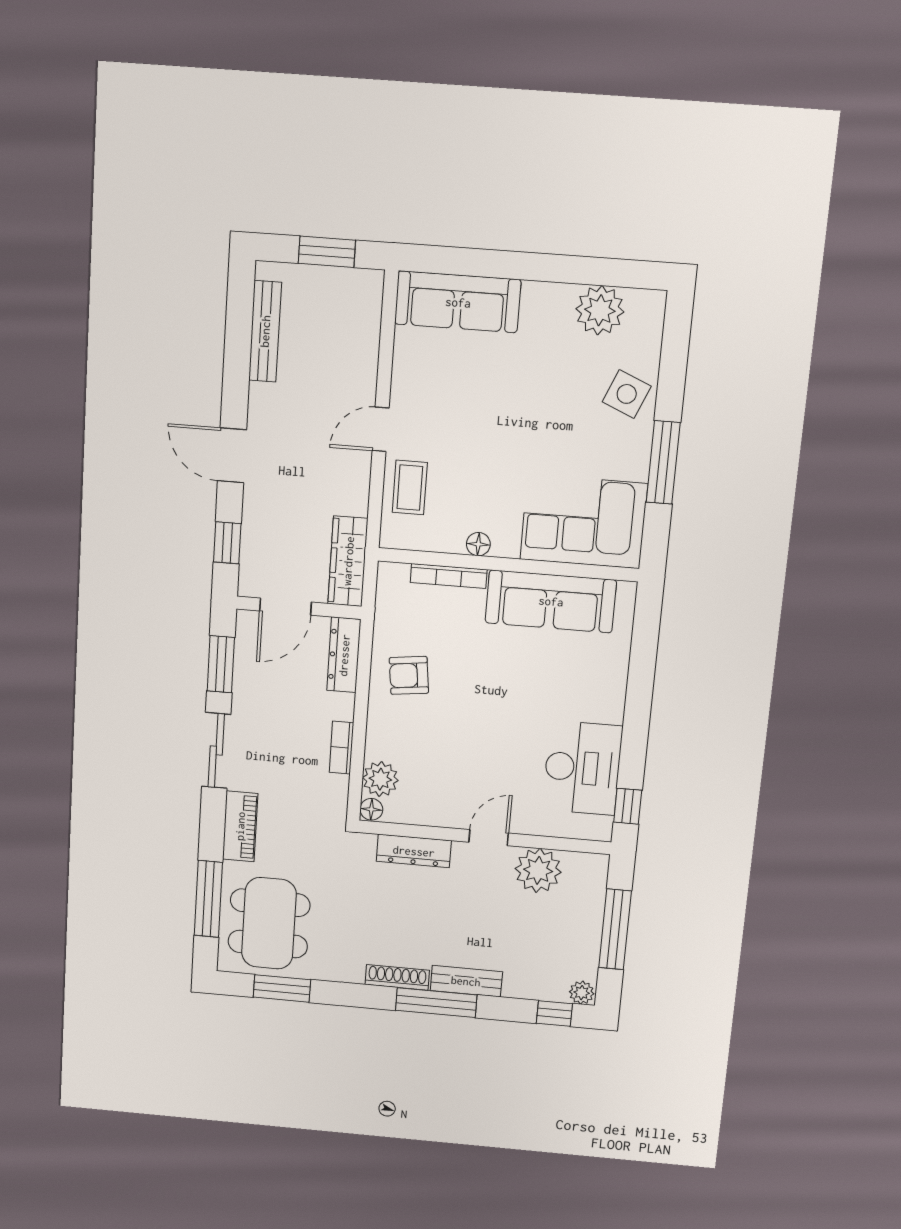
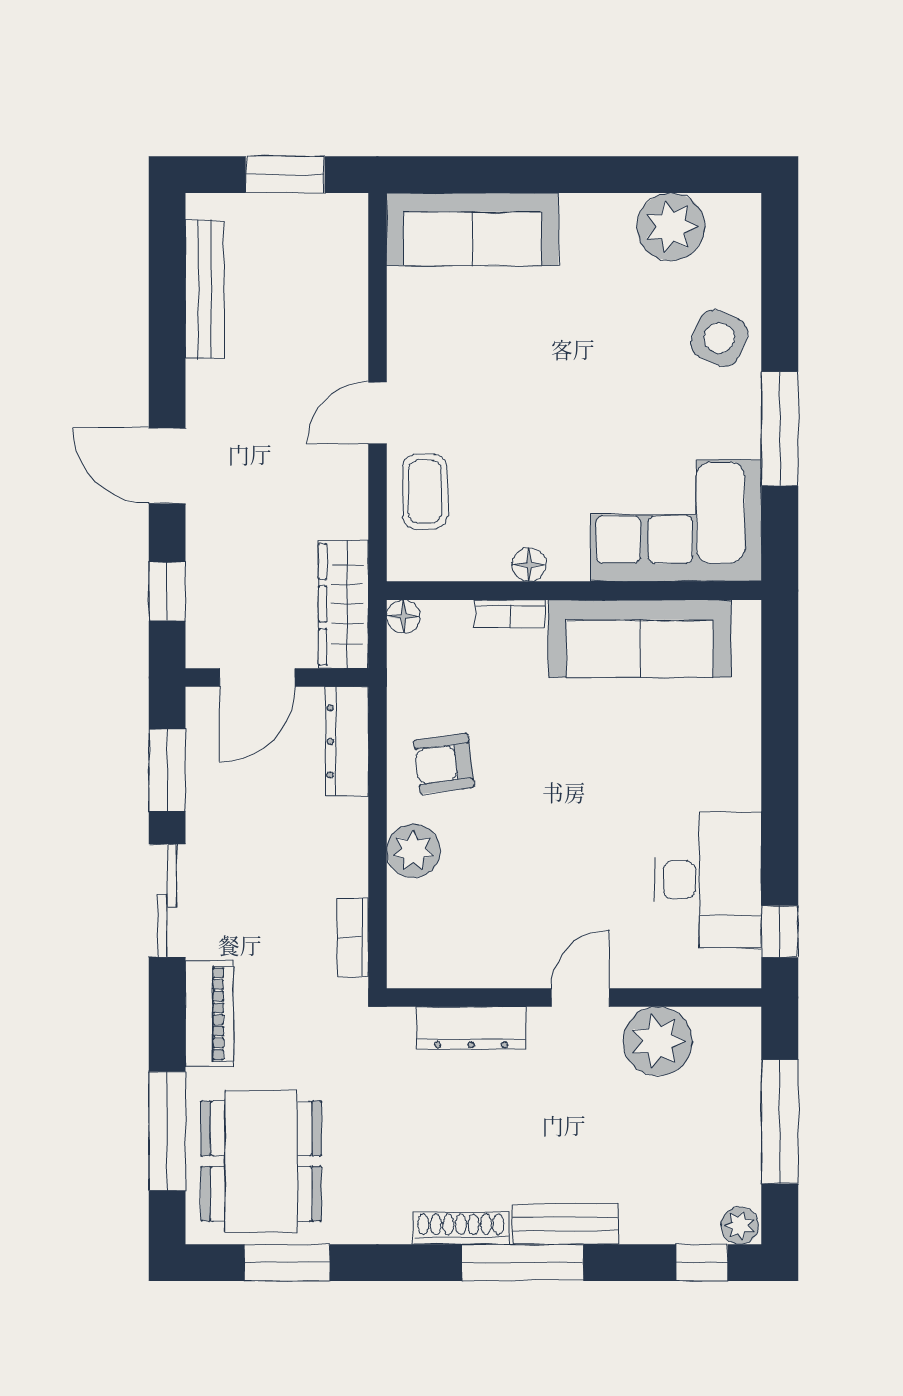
bookcase: (449, 576) -> (510, 614), width x0.64
bookcase: (341, 748) -> (353, 937), moved
plant: (380, 779) -> (413, 851), moved
floor lamp: (371, 809) -> (403, 617), moved

